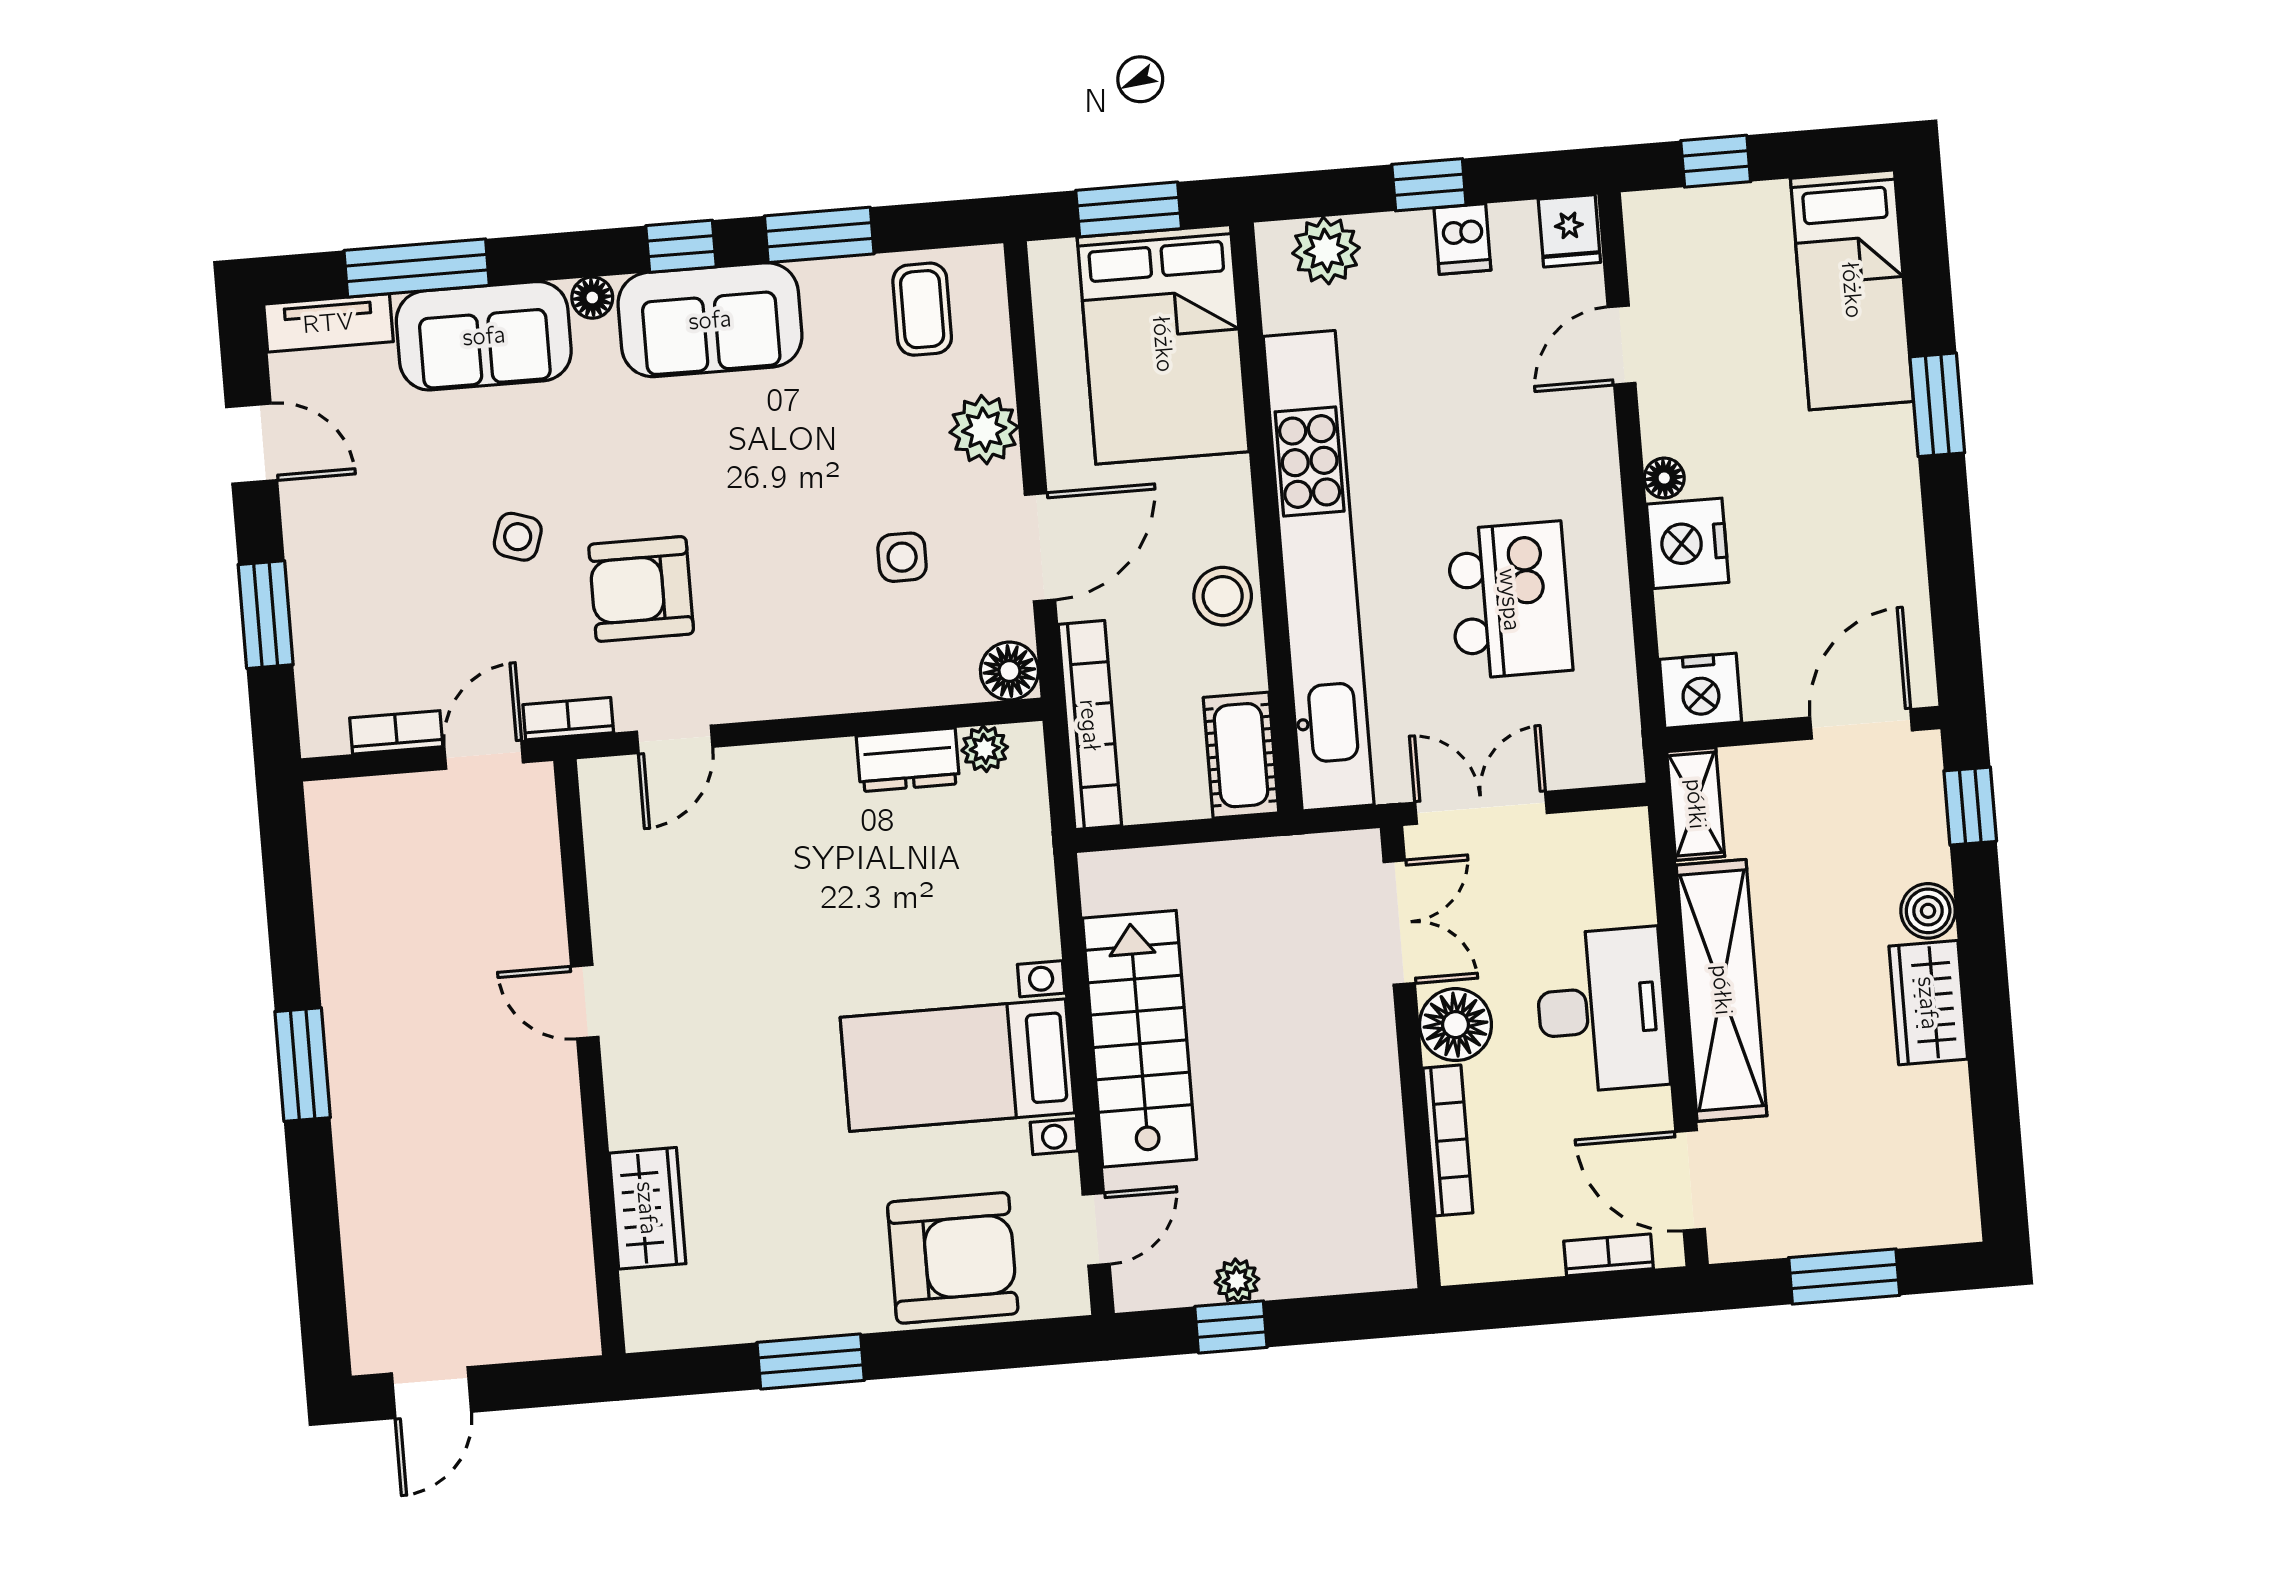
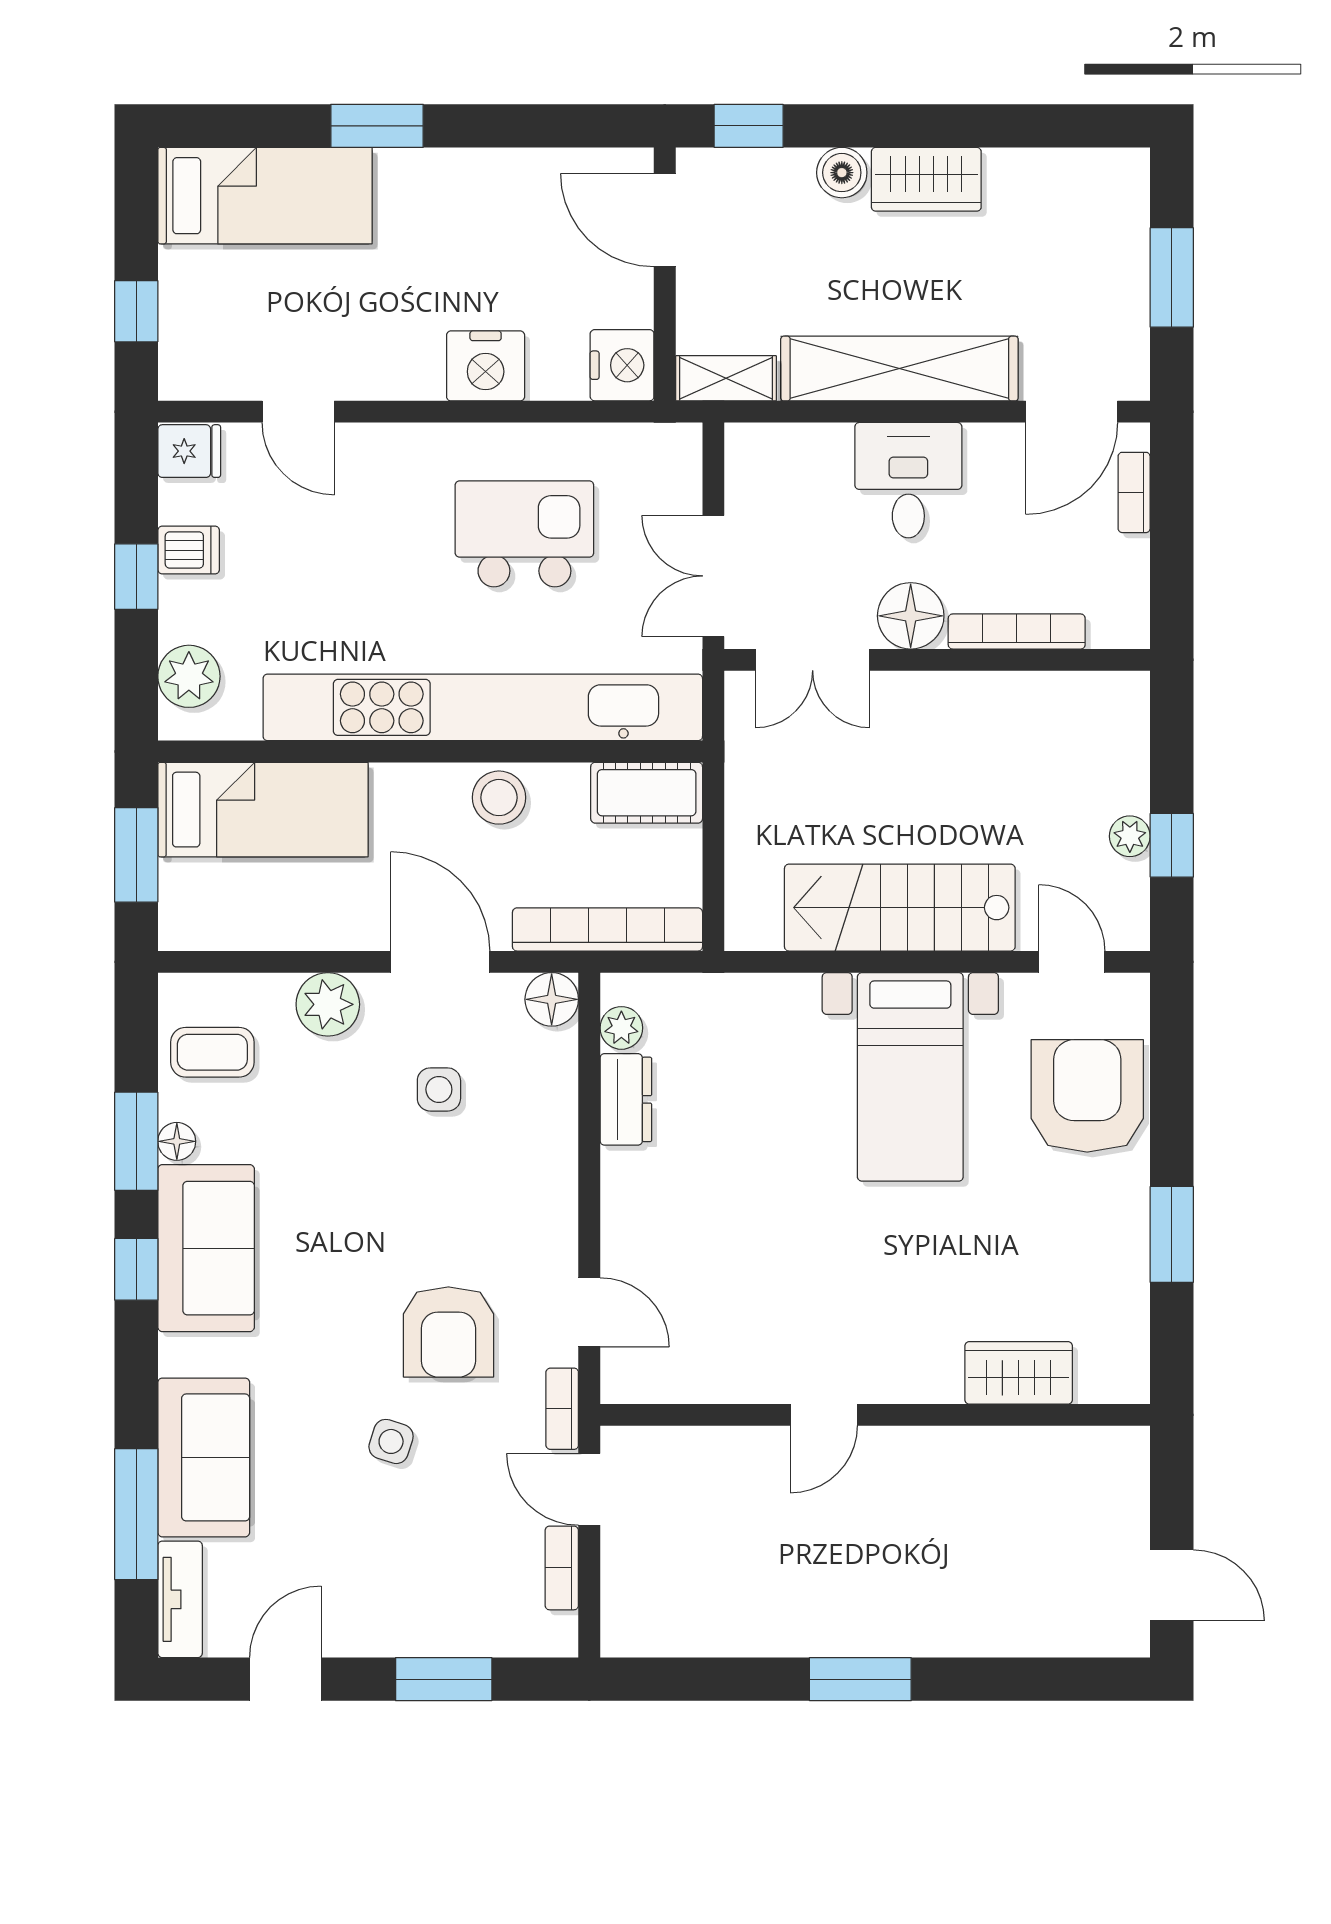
floor lamp: (592, 298) -> (177, 1141), moved
bed: (1163, 344) -> (263, 810), width x0.67
floor lamp: (1664, 478) -> (424, 382), removed
double door: (1399, 923) -> (813, 660), swing flipped
desk: (1602, 1010) -> (908, 480), width x0.73

